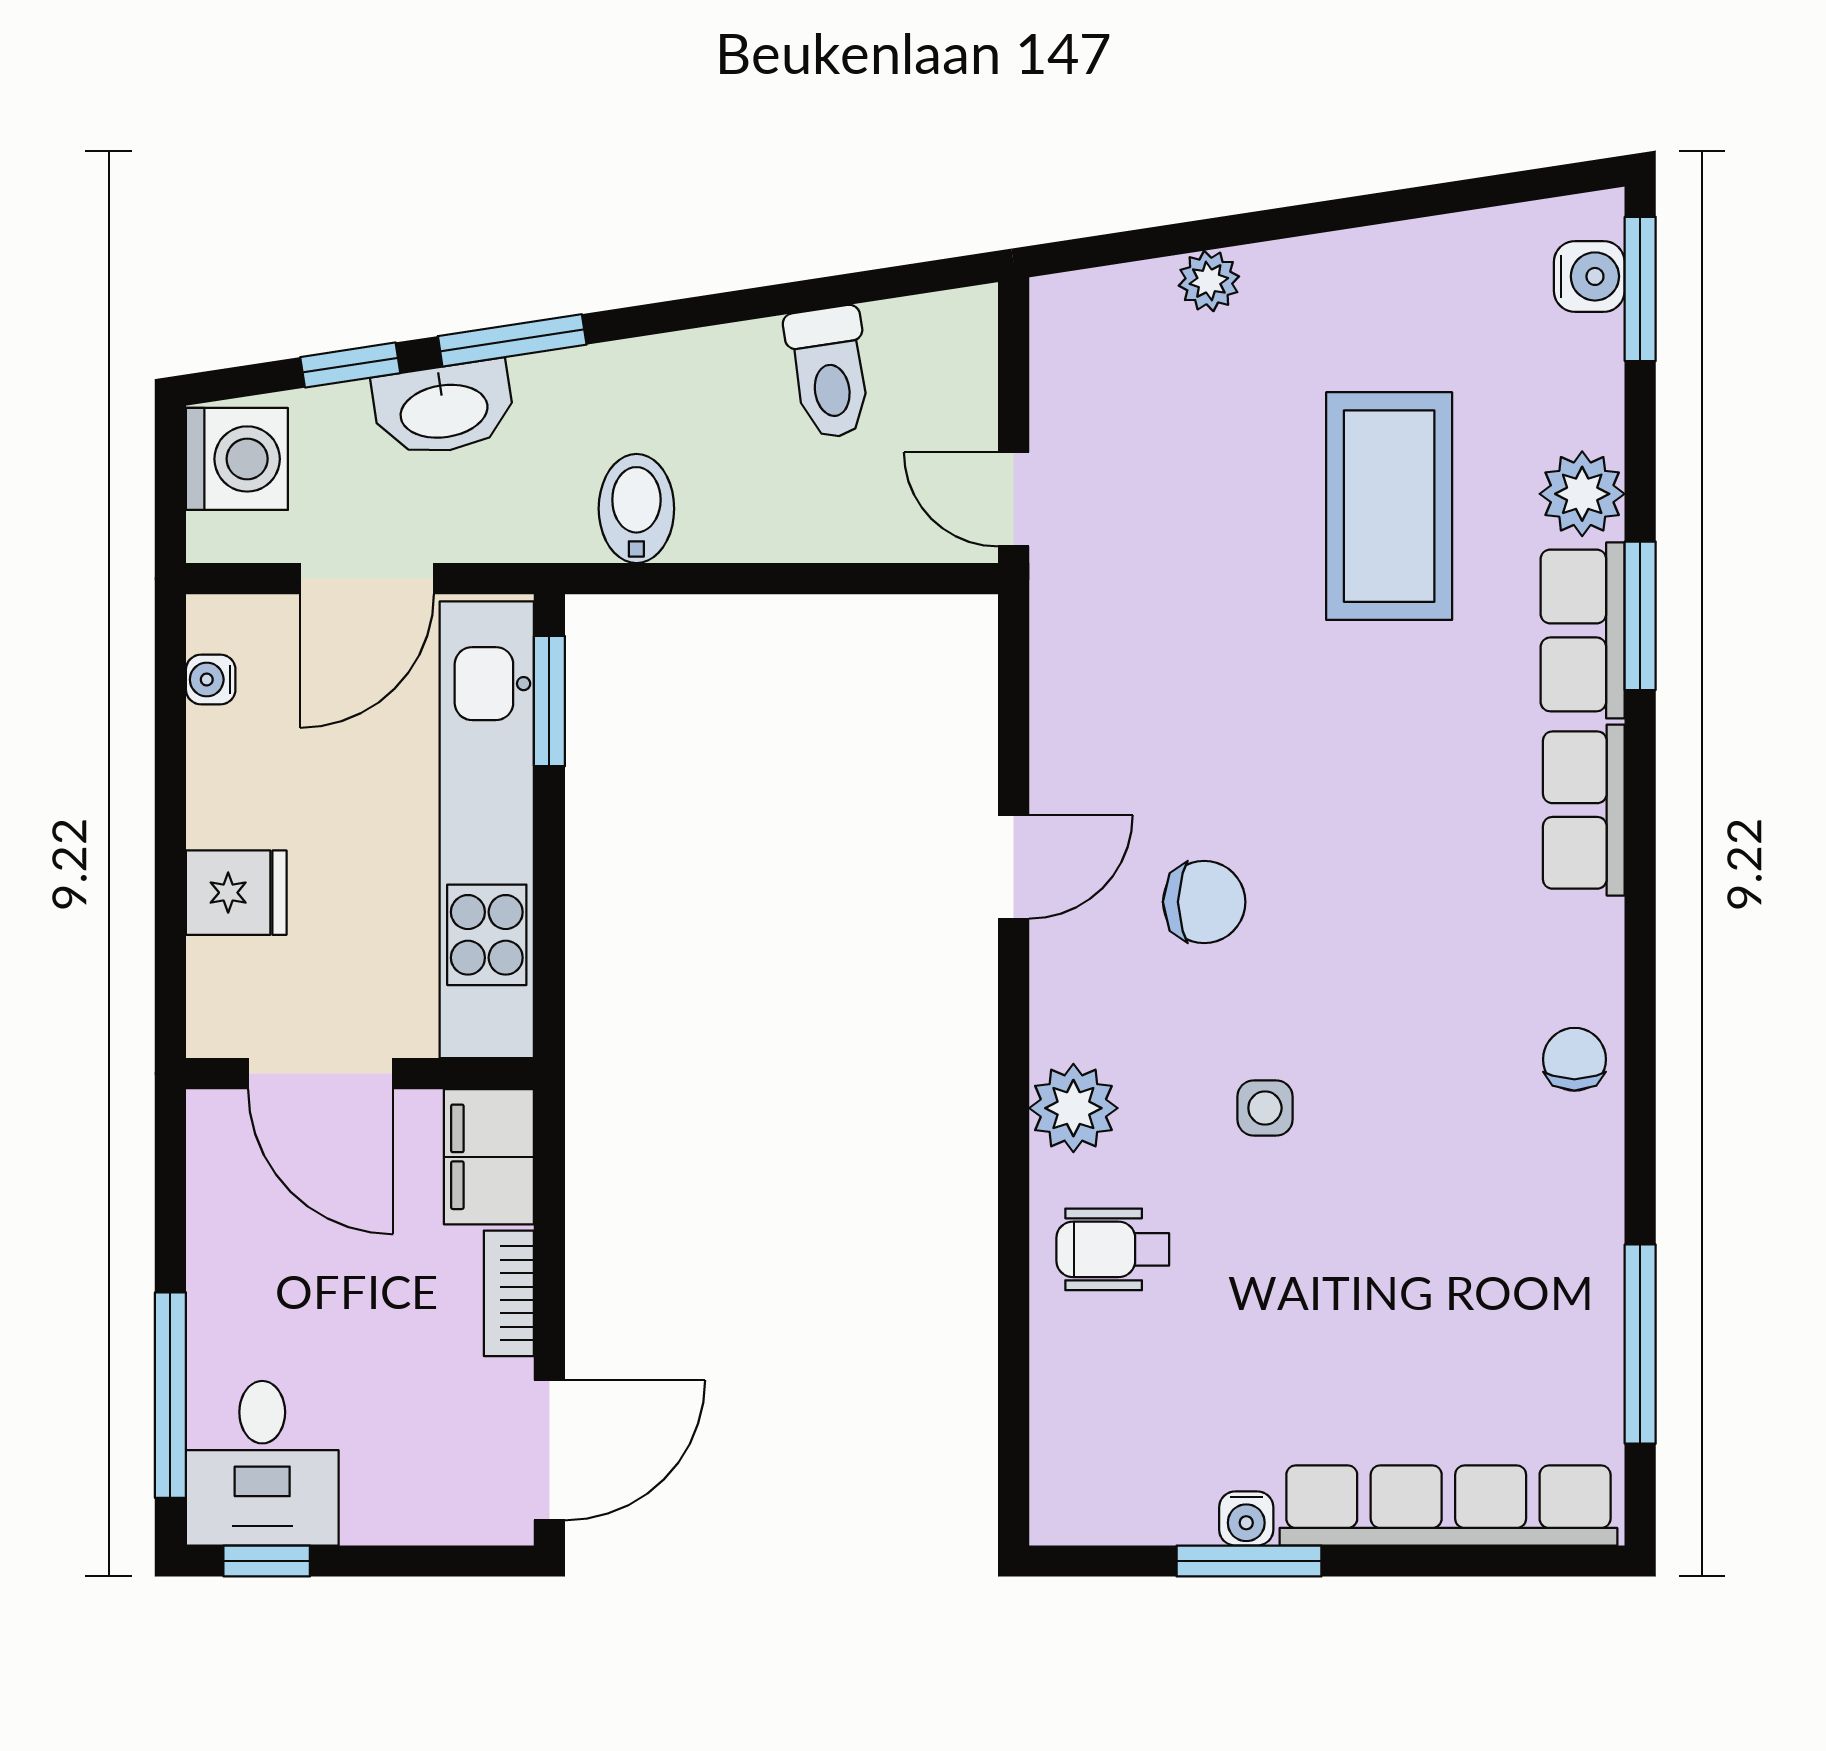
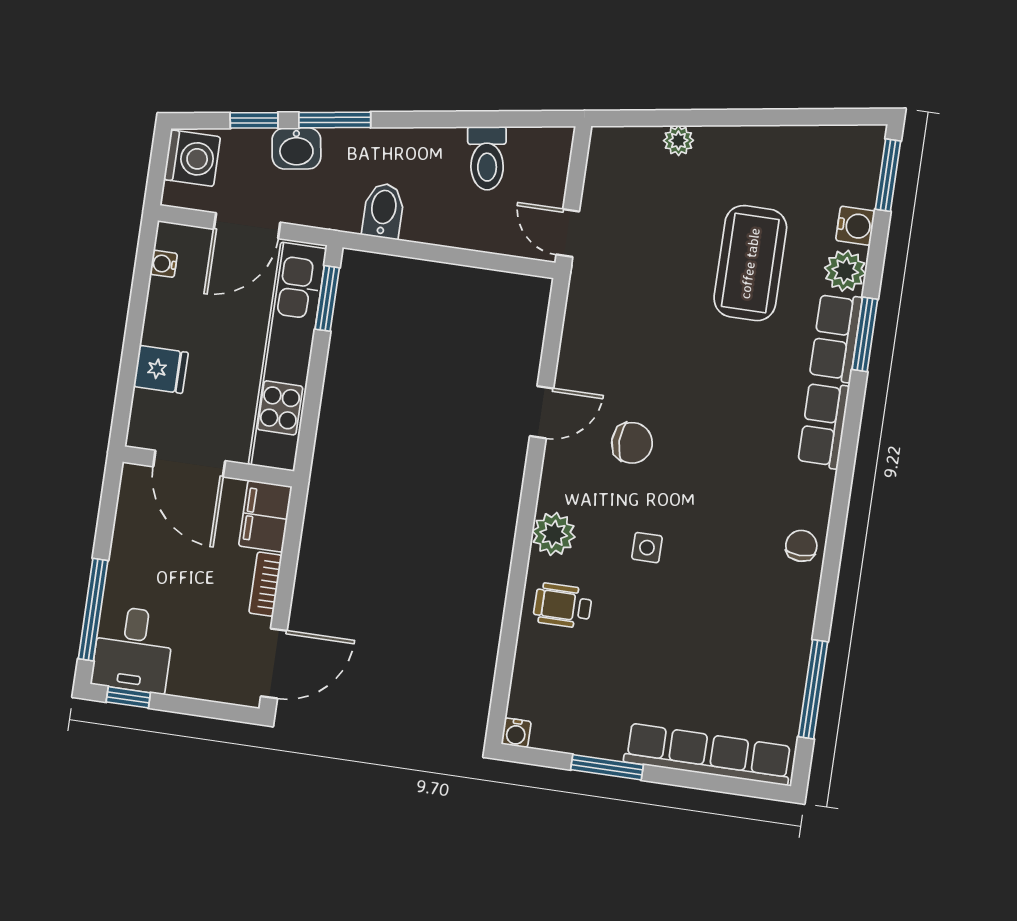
water cooler: (1589, 276) -> (855, 226), moved
washbasin: (444, 409) -> (296, 148), width x0.72
water cooler: (1246, 1518) -> (516, 733), moved

